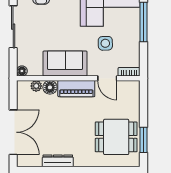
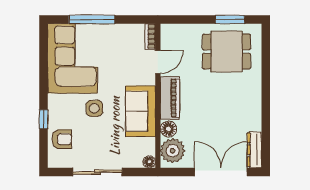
side table: (105, 43) -> (94, 108), moved
plant: (36, 86) -> (173, 151), width x1.88, depth x1.88
dining table: (116, 137) -> (226, 51), turned 90
dresser: (58, 161) -> (254, 150), moved

